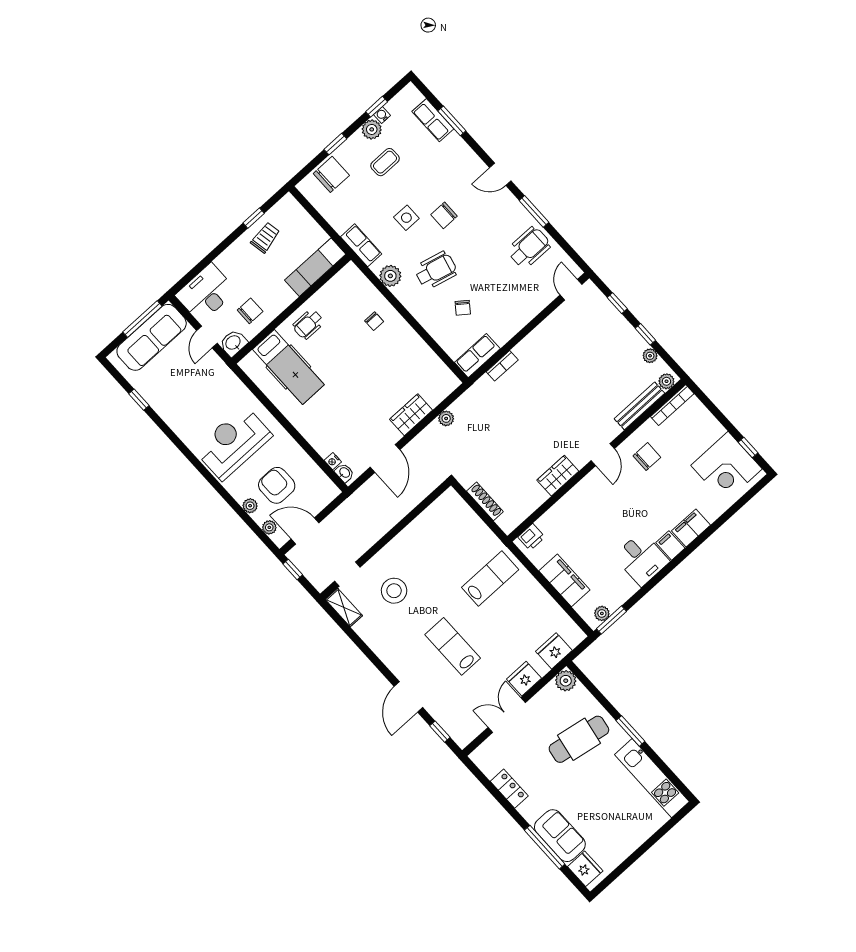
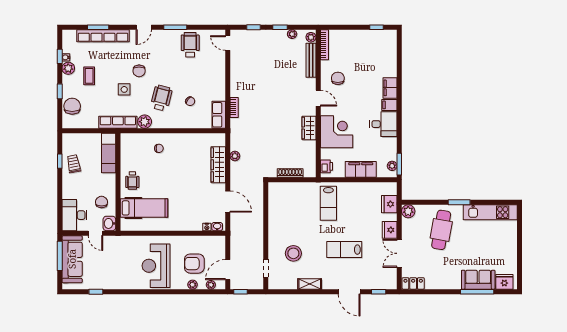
row of seats: (433, 120) -> (103, 36), width x2.02
row of seats: (361, 245) -> (118, 122), width x1.48
wardrobe: (411, 415) -> (218, 165), width x1.50
corner desk: (726, 467) -> (337, 132), moved, turned -90
lab bench: (490, 579) -> (328, 203), turned 180
shelving: (344, 608) -> (310, 284), moved
locker: (509, 789) -> (413, 283), moved

